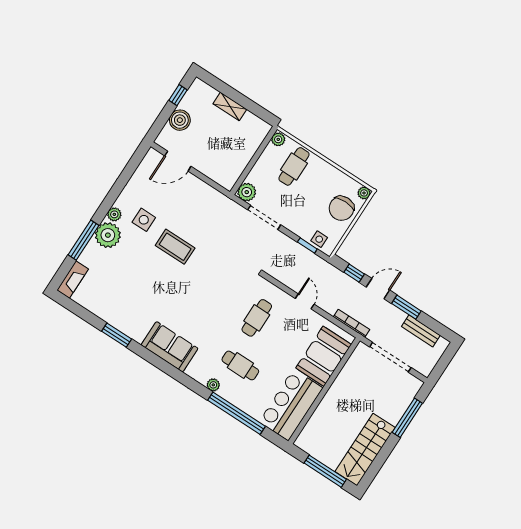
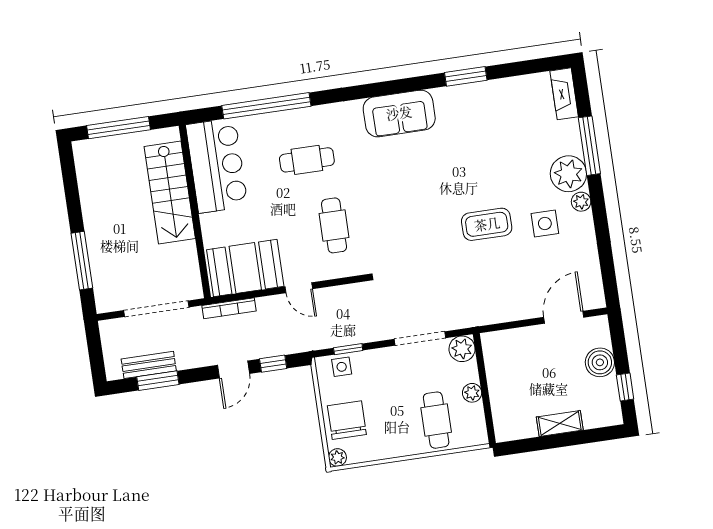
plant: (278, 139) -> (472, 393), moved
window: (406, 307) -> (158, 381), moved
booth: (324, 356) -> (245, 268), moved, turned 90
plant: (213, 385) -> (317, 114), removed
stairs: (365, 450) -> (170, 192), moved, turned 180

